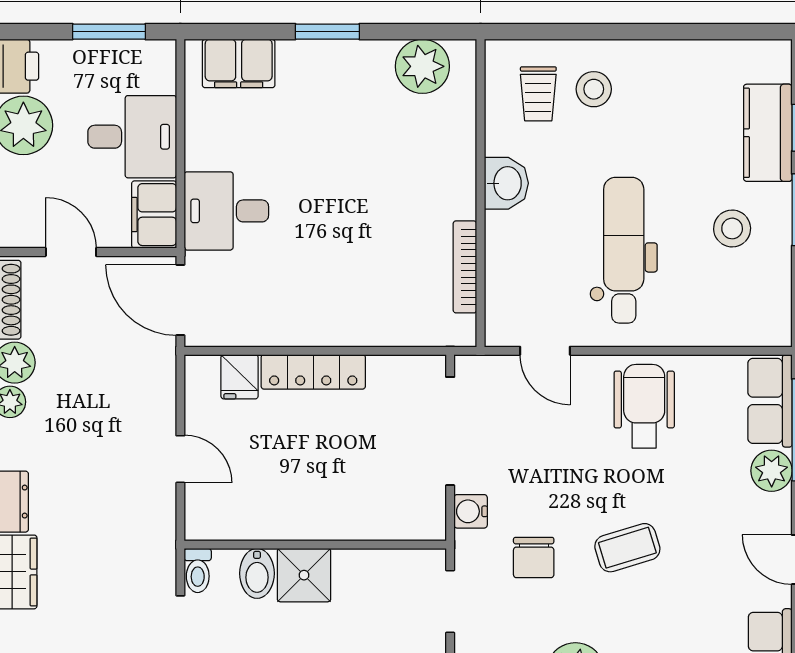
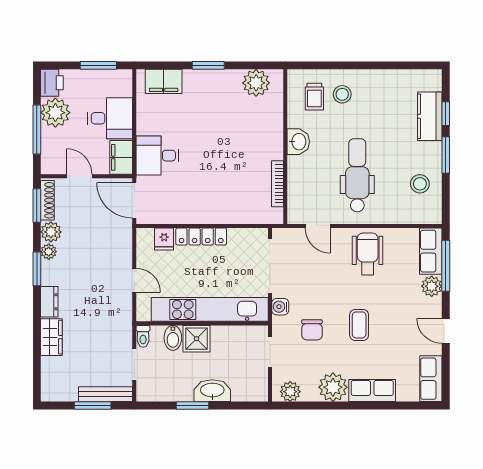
stool: (732, 228) -> (420, 184), moved
kitchen unit: (330, 517) -> (210, 309), added
coffee table: (627, 548) -> (359, 325), turned -73

